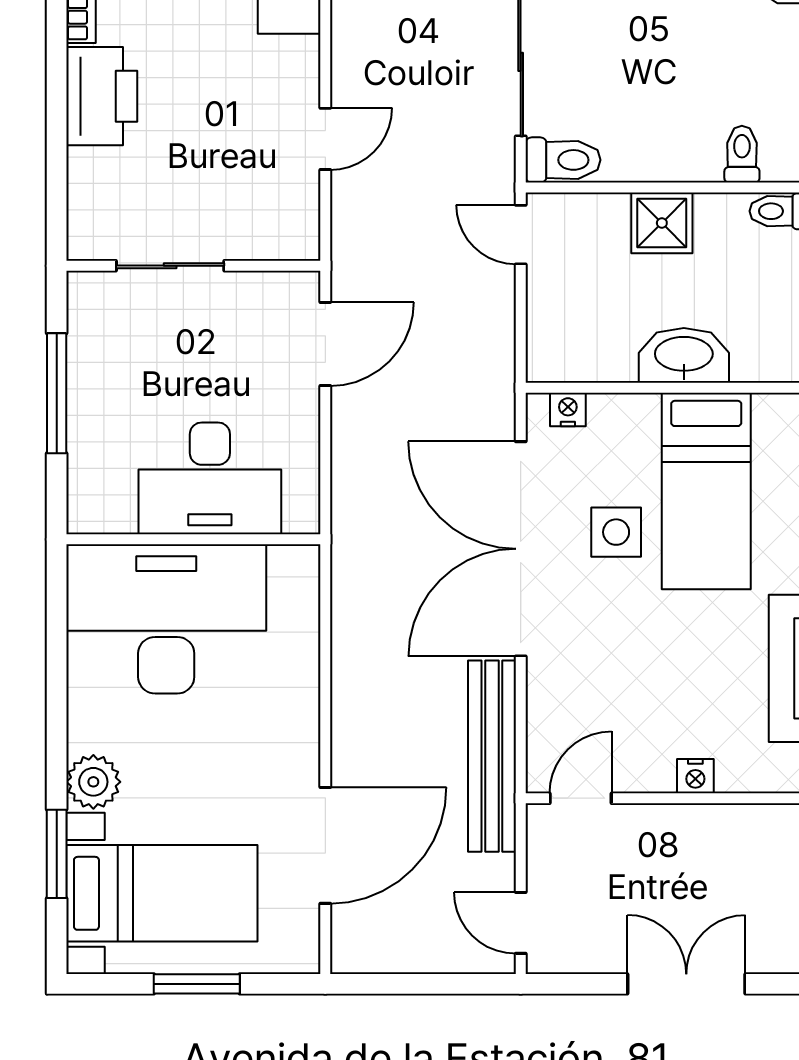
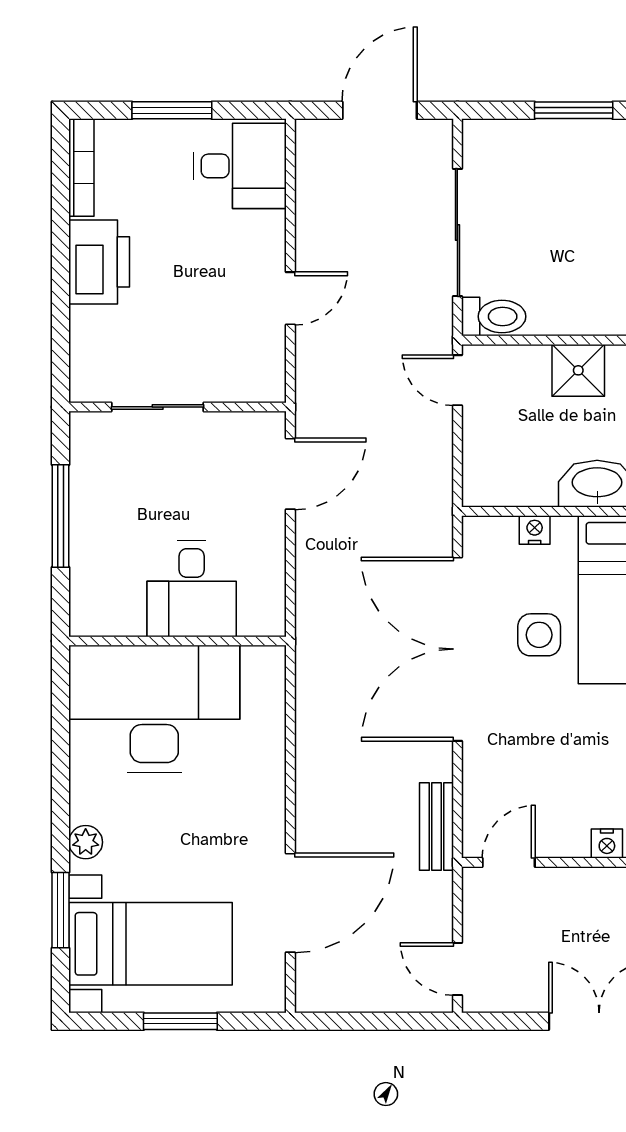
nightstand: (568, 409) -> (535, 530), moved
desk: (210, 478) -> (192, 589), width x0.73
bench: (492, 756) -> (436, 826), width x0.54, depth x0.82
plant: (93, 782) -> (86, 842), width x0.73, depth x0.73

